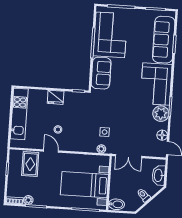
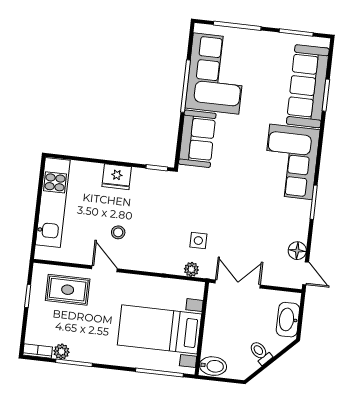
plant: (161, 114) -> (297, 213), removed
double door: (129, 156) -> (238, 284), swing flipped
rug: (30, 164) -> (68, 290), turned 90

